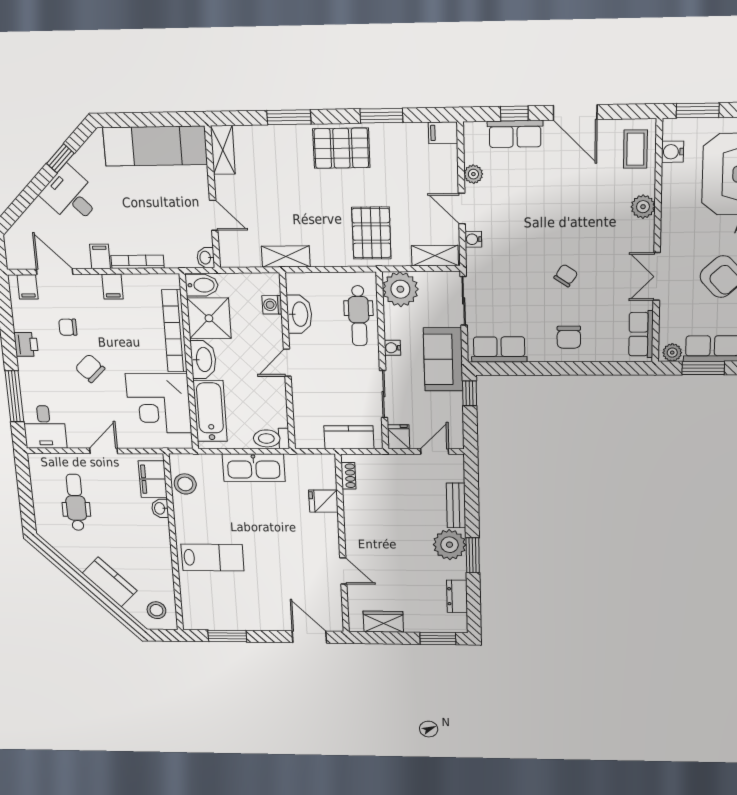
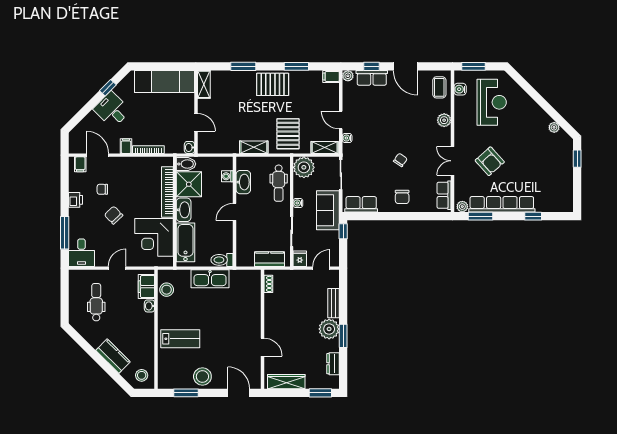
plant: (473, 174) -> (348, 76), moved
shelving: (286, 257) -> (254, 147), moved
filing cabinet: (112, 287) -> (132, 164), removed
fridge: (323, 501) -> (252, 301), removed
stool: (251, 613) -> (202, 376), added
wardrobe: (383, 622) -> (286, 382), width x1.50

